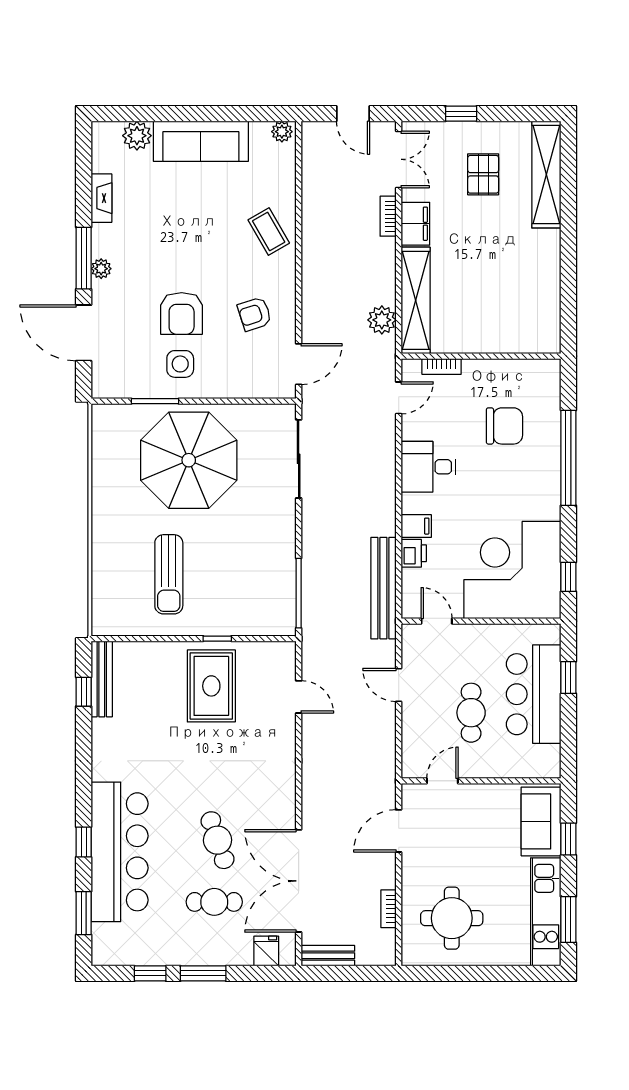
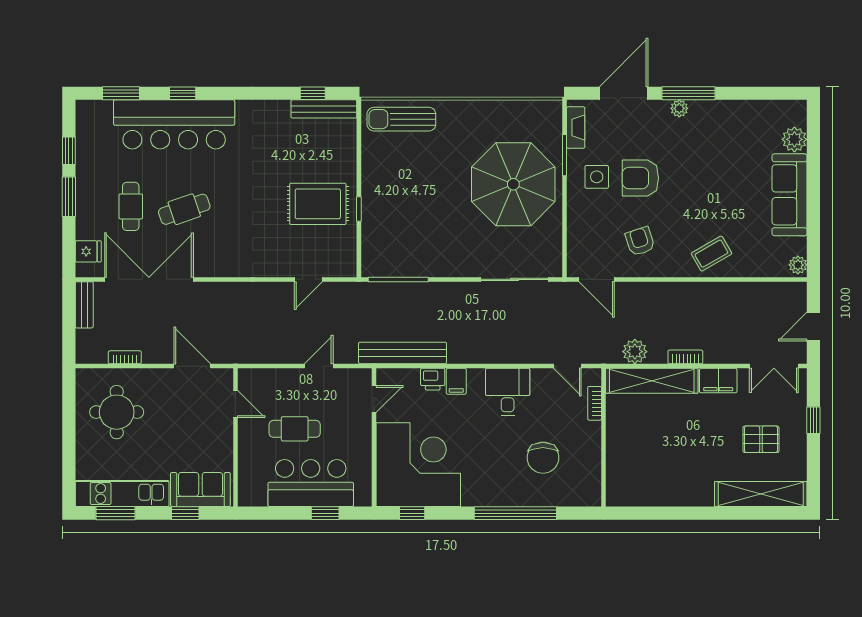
fireplace: (101, 198) -> (576, 128), moved, turned -90
bookcase: (388, 216) -> (685, 357), moved
sun lounger: (169, 574) -> (401, 119), moved

